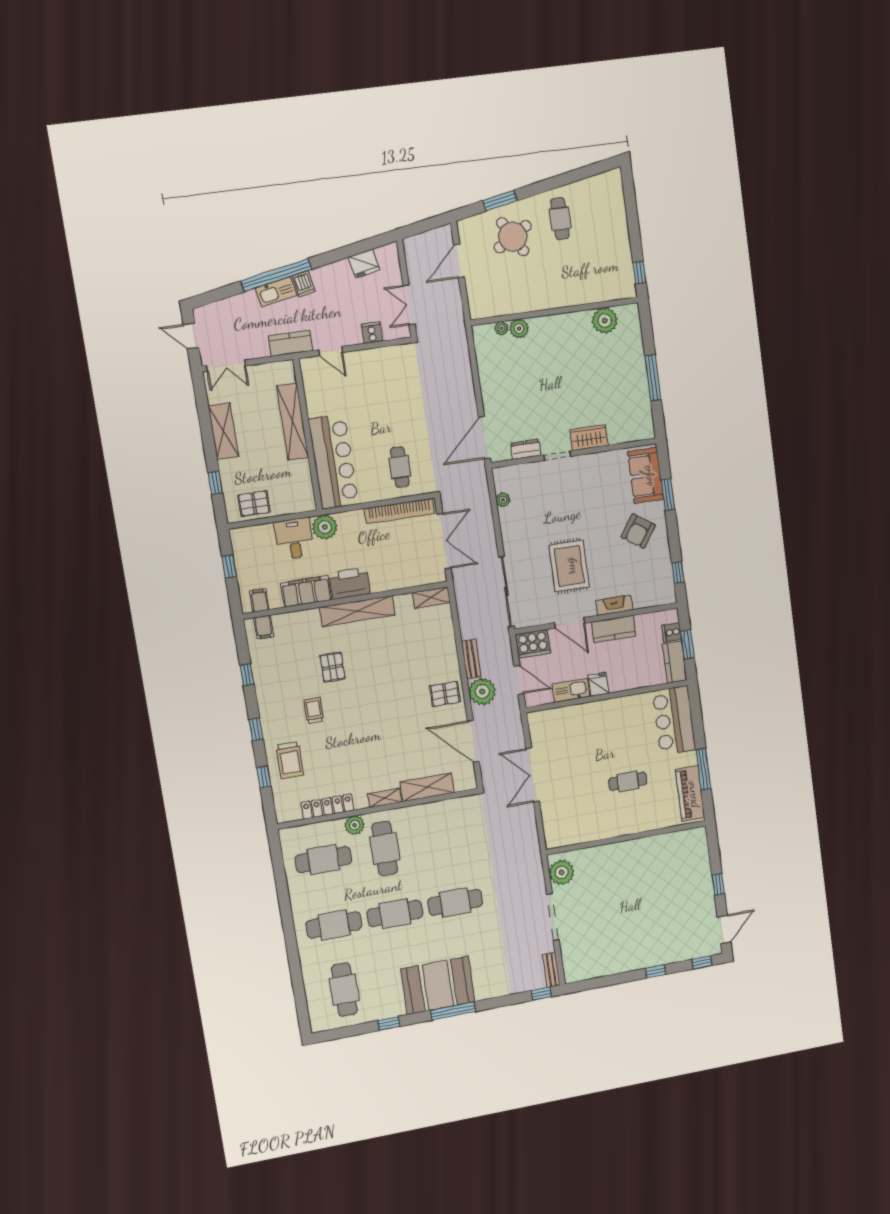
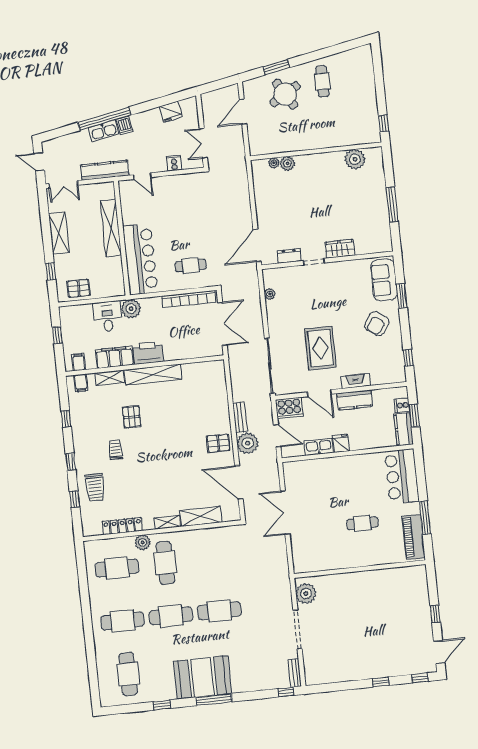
kitchen counter: (291, 343) -> (105, 170), width x1.50
cafe table: (400, 467) -> (191, 265), turned 90
shelving: (431, 598) -> (109, 378), moved

